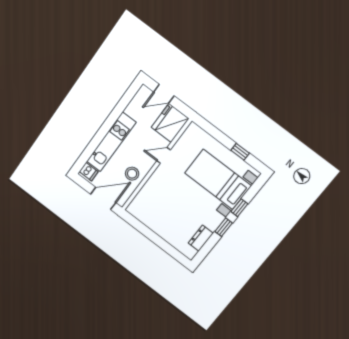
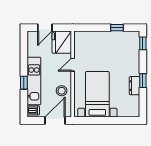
window: (100, 136) -> (24, 83), added
bed with nightstands: (218, 179) -> (97, 94), moved, turned 90
window: (239, 208) -> (143, 43), moved
dresser: (201, 238) -> (135, 86), moved

